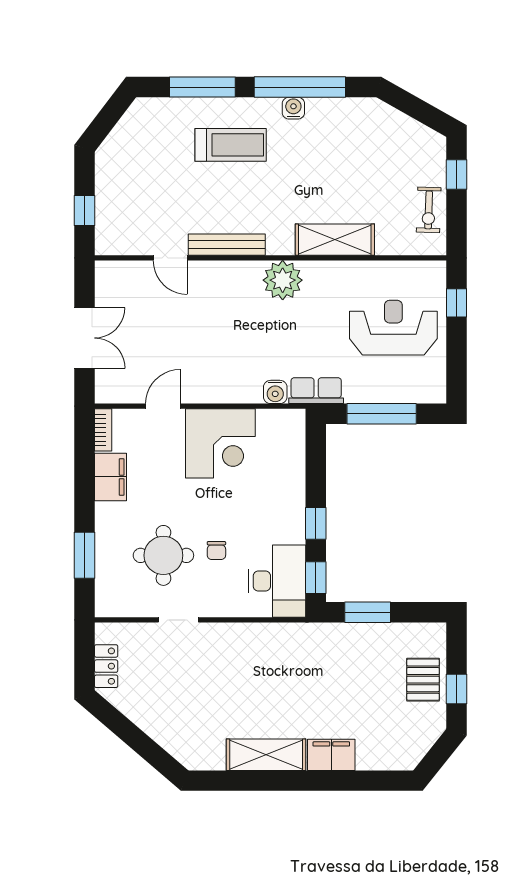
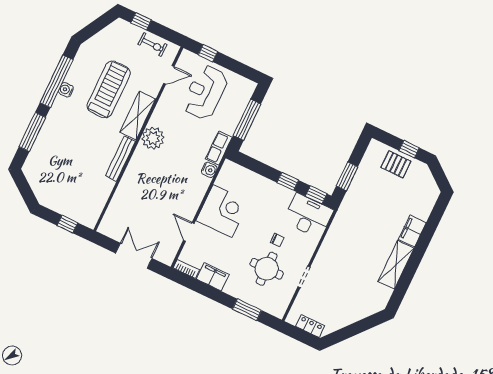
treadmill: (231, 145) -> (109, 89), moved, width x1.37, depth x1.38
shelving: (335, 240) -> (138, 116), moved
door: (170, 258) -> (169, 75), moved

